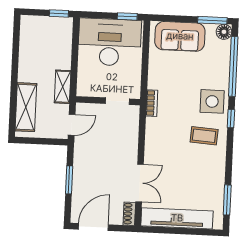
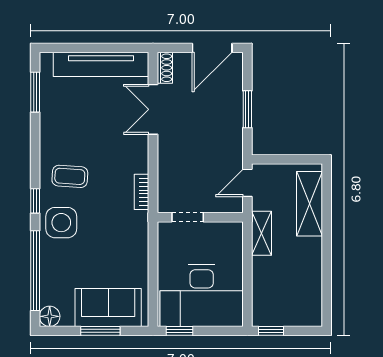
window: (212, 20) -> (100, 331), moved
bookcase: (152, 103) -> (142, 192), moved

